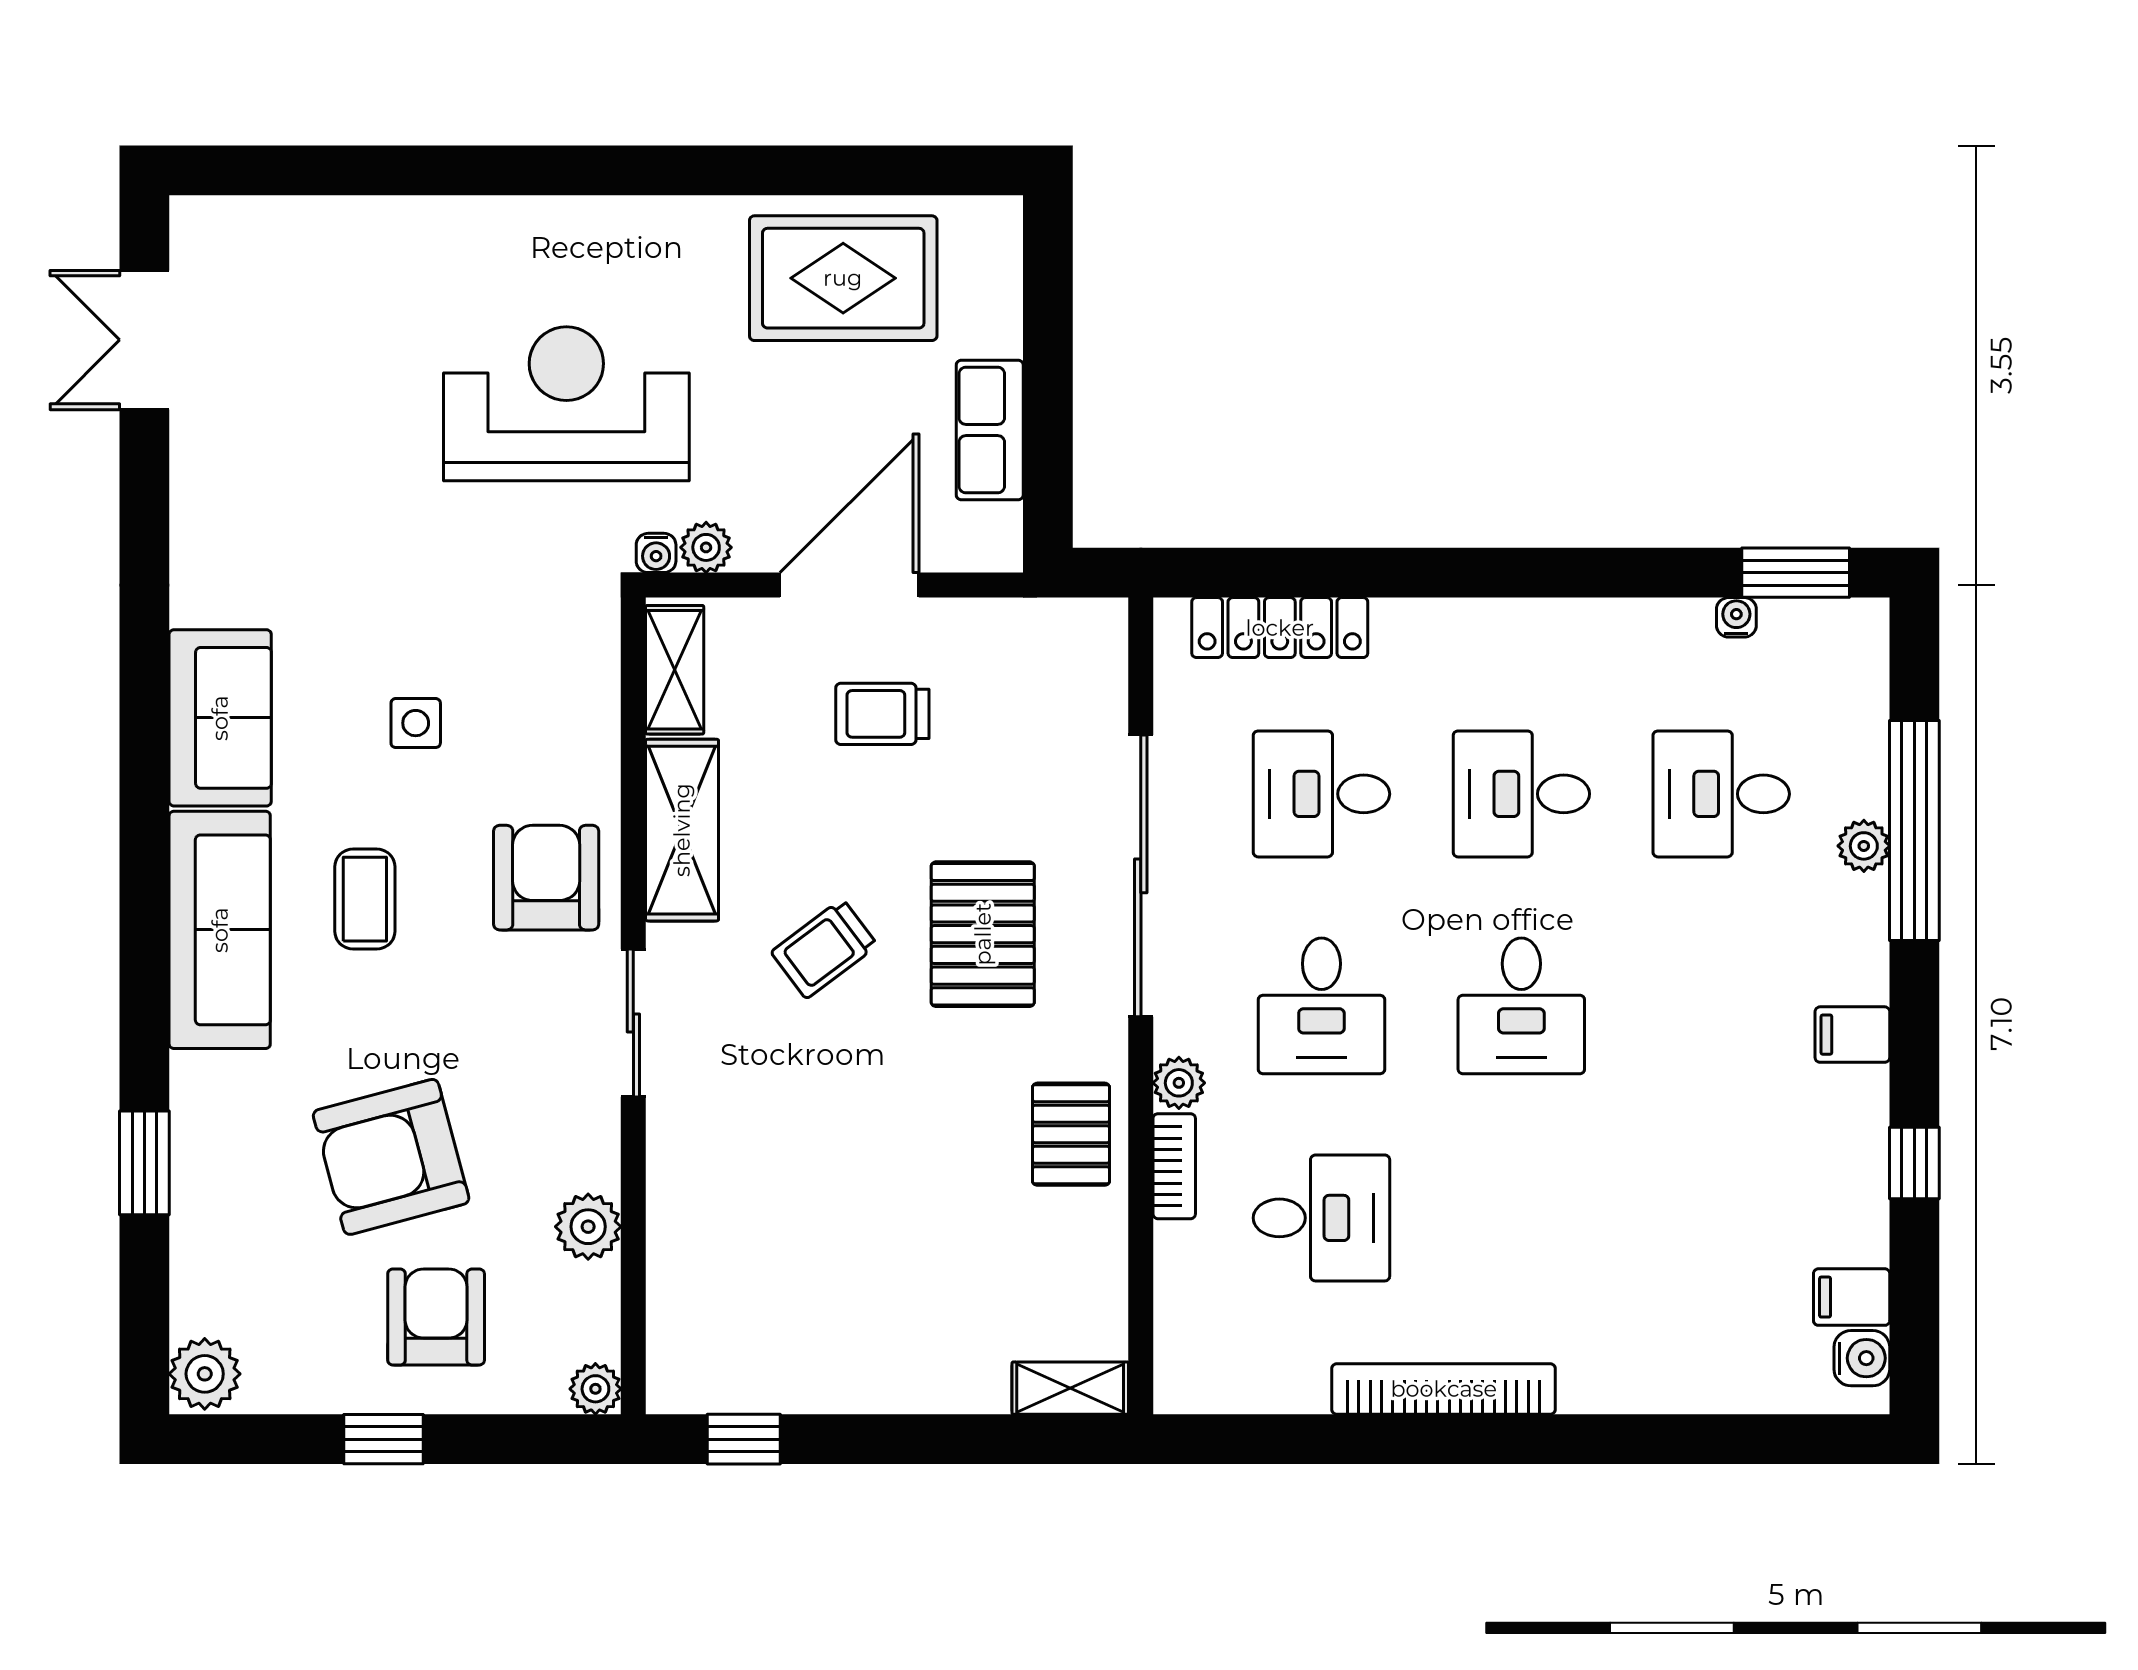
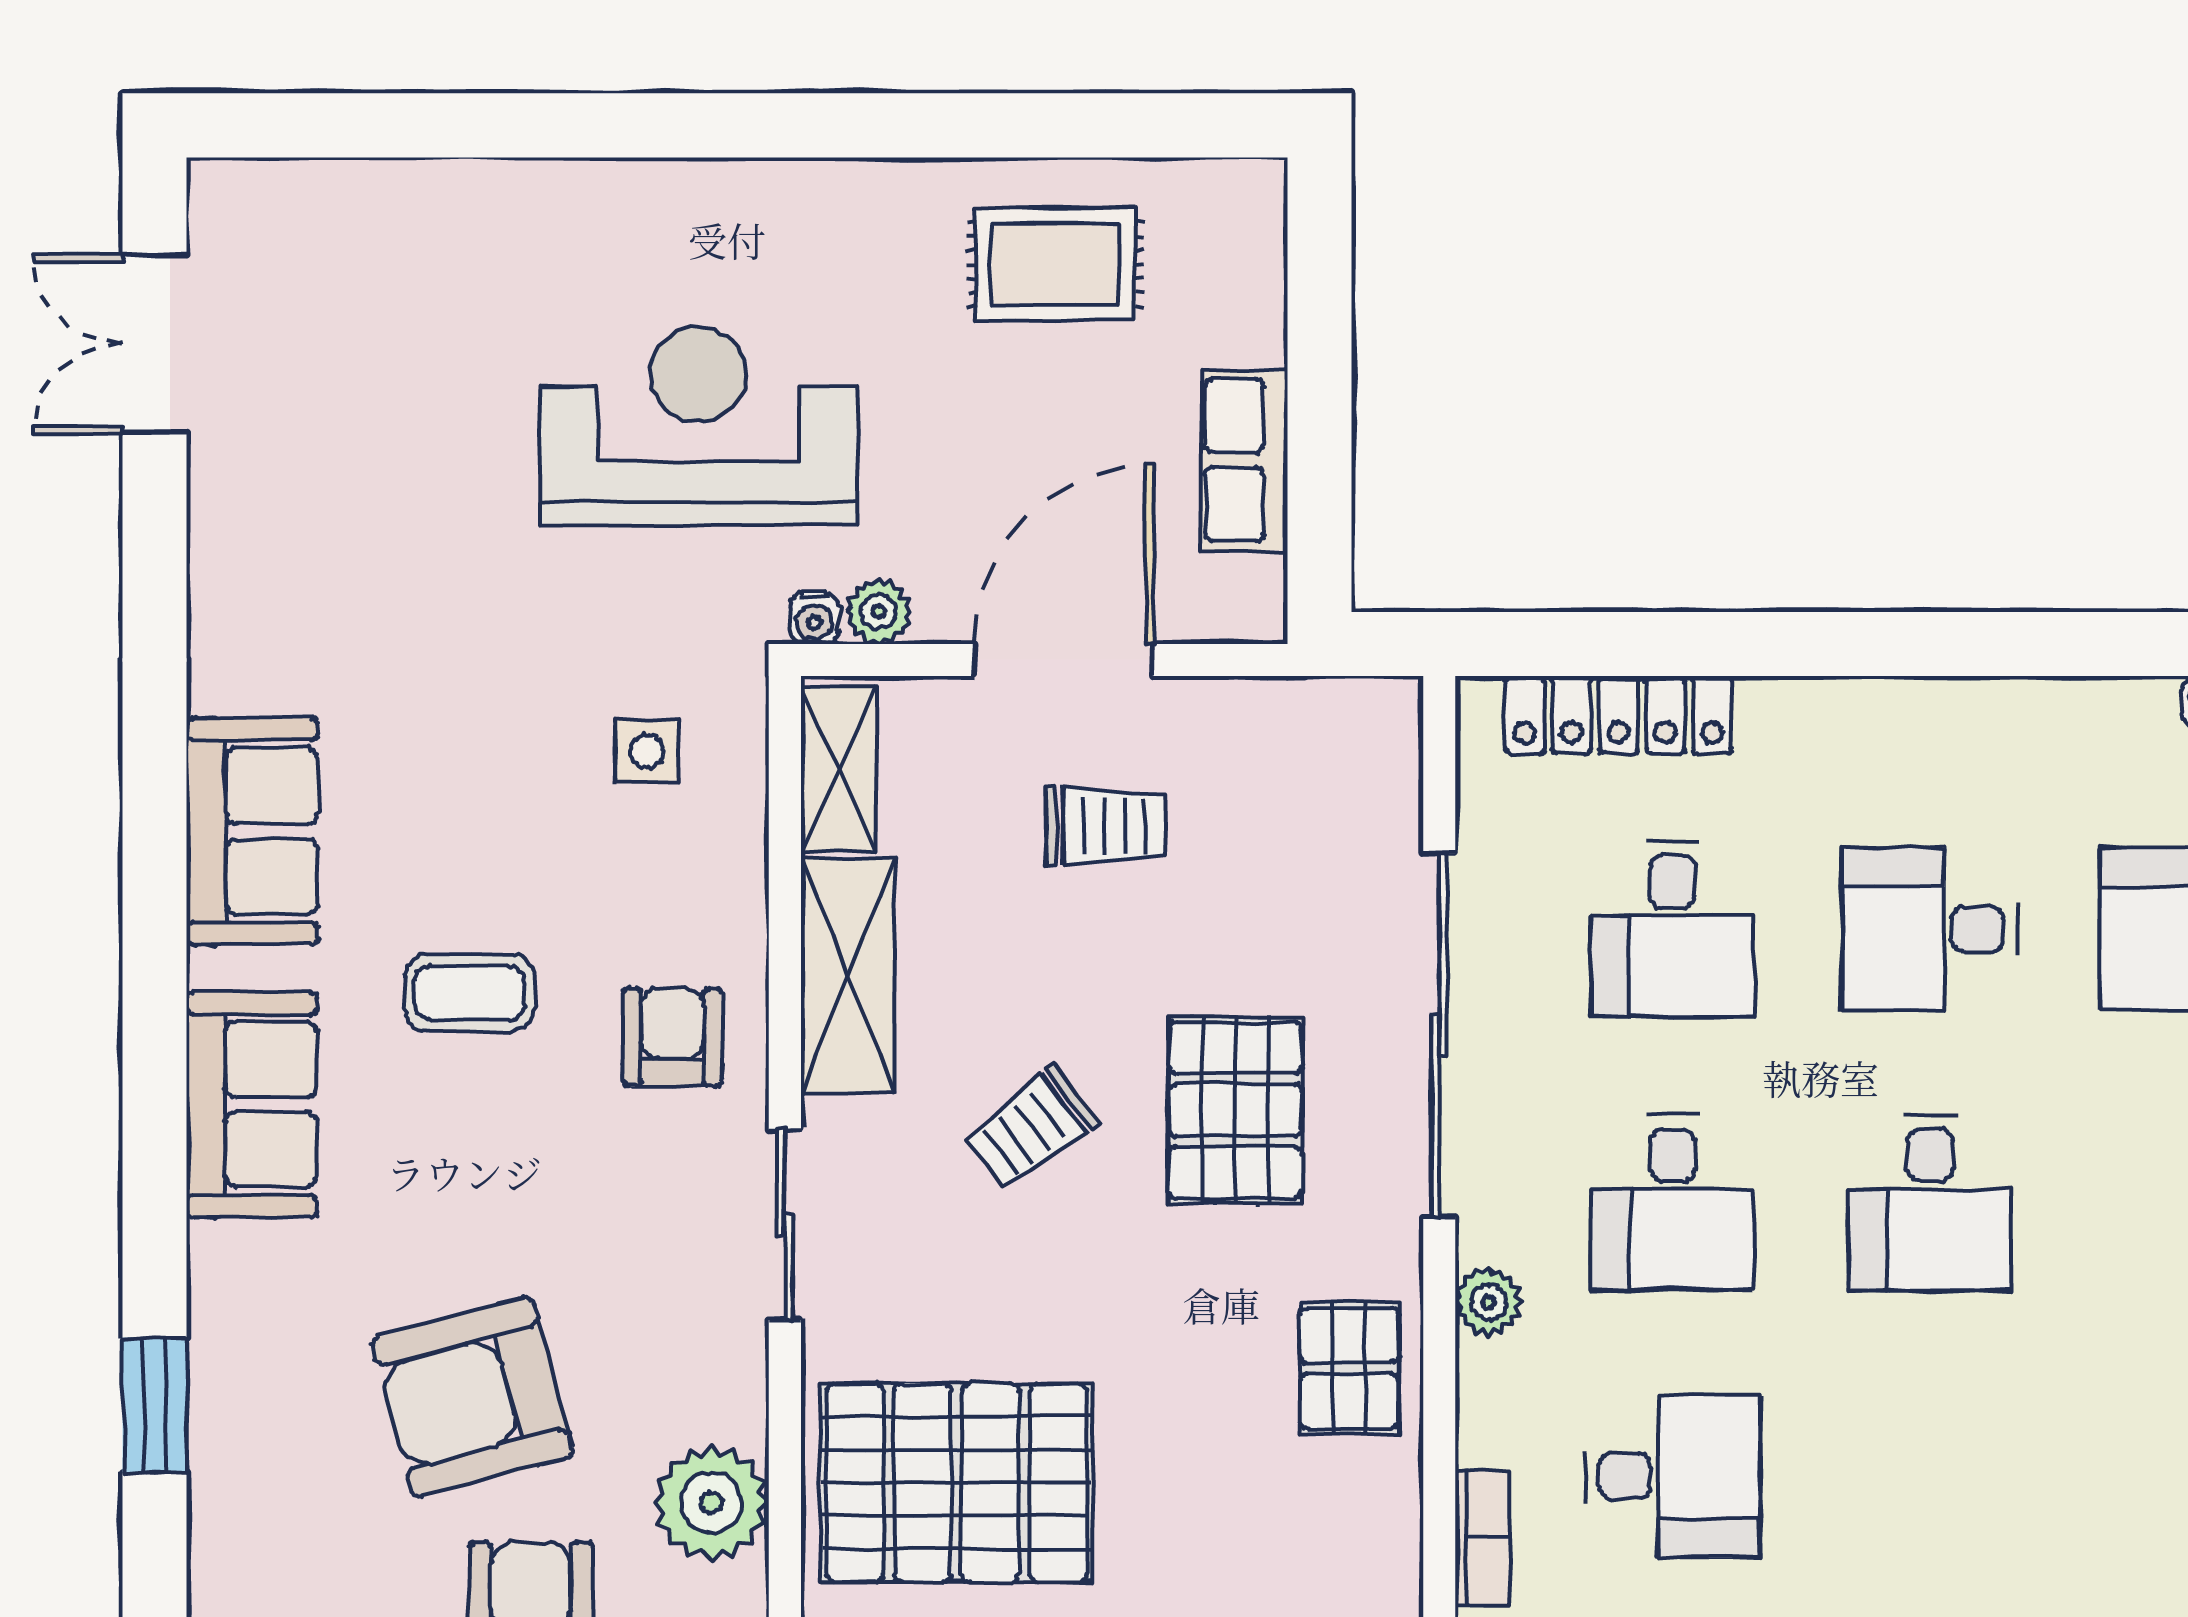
rug: (843, 278) -> (1056, 264), width x0.73, depth x0.70
trolley: (882, 714) -> (1106, 826), turned 180
side table: (416, 723) -> (647, 751), moved
desk: (1321, 794) -> (1672, 929), turned -90
armchair: (546, 878) -> (672, 1037), width x0.72, depth x0.72
coffee table: (365, 899) -> (469, 993), moved, turned 90
sofa: (220, 930) -> (252, 1105), width x0.73
bookcase: (1174, 1166) -> (1482, 1538), moved
pallet: (767, 1223) -> (957, 1483), added
plant: (588, 1227) -> (711, 1503), width x1.36, depth x1.36

